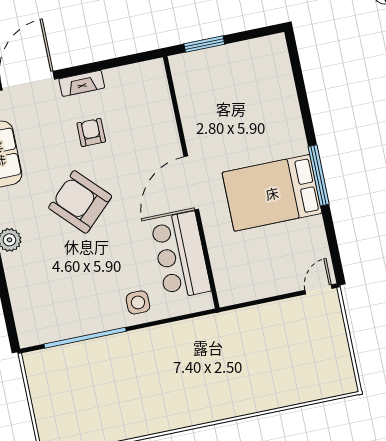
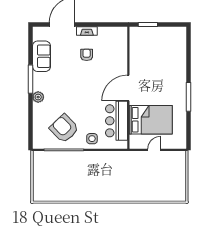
bed: (272, 193) -> (151, 120), moved, turned 180
armchair: (80, 202) -> (64, 128), moved
door: (319, 289) -> (154, 150), moved

